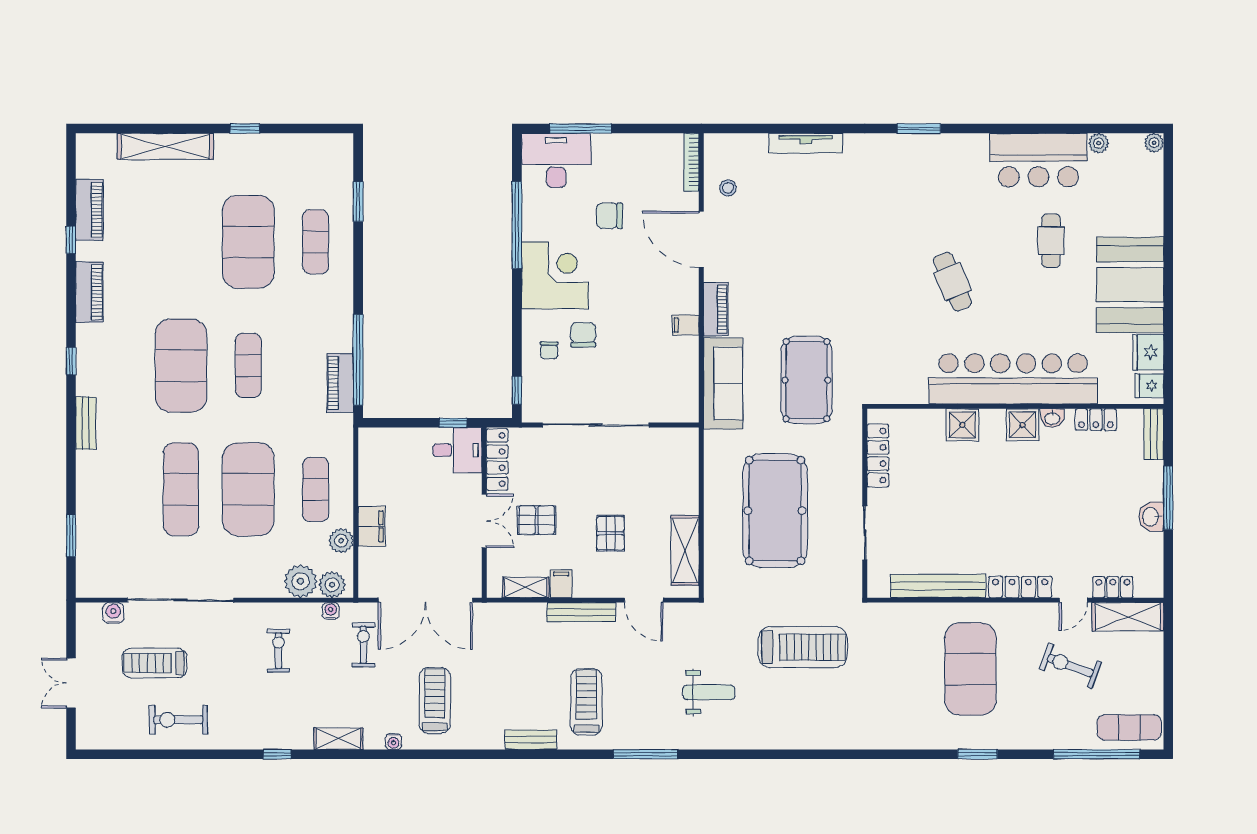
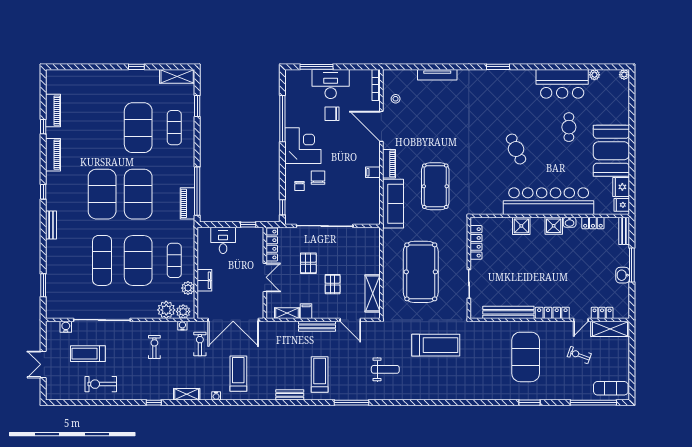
shelving: (165, 146) -> (177, 76), moved, width x0.68
desk: (556, 160) -> (331, 84), moved
exercise mat: (248, 366) -> (138, 194), width x2.00, depth x1.45
pool table: (806, 380) -> (435, 186), moved
desk: (457, 450) -> (223, 240), moved, turned -90
pallet: (537, 520) -> (308, 263), moved, turned 90
exercise bike: (1070, 666) -> (579, 355), width x0.73, depth x0.72

